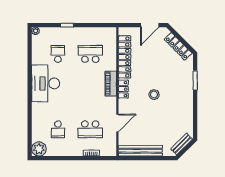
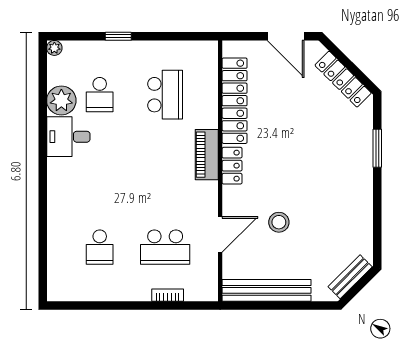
door: (150, 25) -> (286, 36), hinge flipped
school desk: (58, 54) -> (100, 95), turned 180
school desk: (90, 54) -> (165, 95), turned 90
desk: (46, 83) -> (68, 137), width x0.53, depth x0.77
stool: (154, 95) -> (279, 222), moved
plant: (39, 149) -> (61, 100), moved

